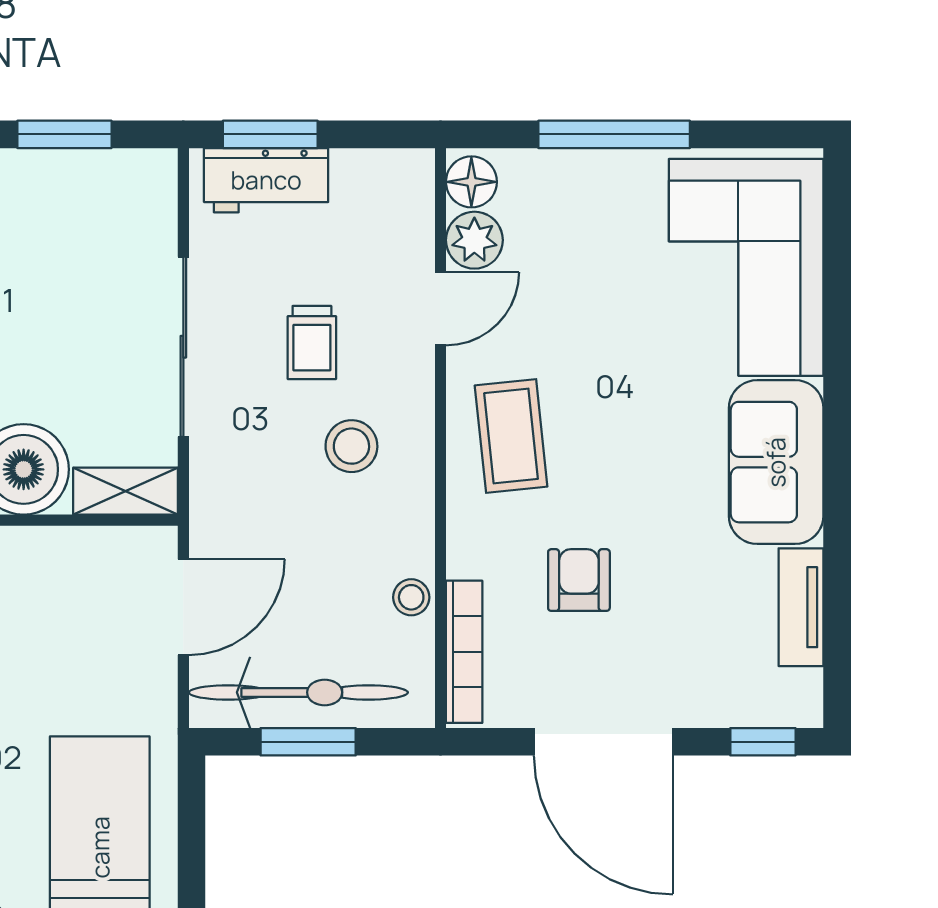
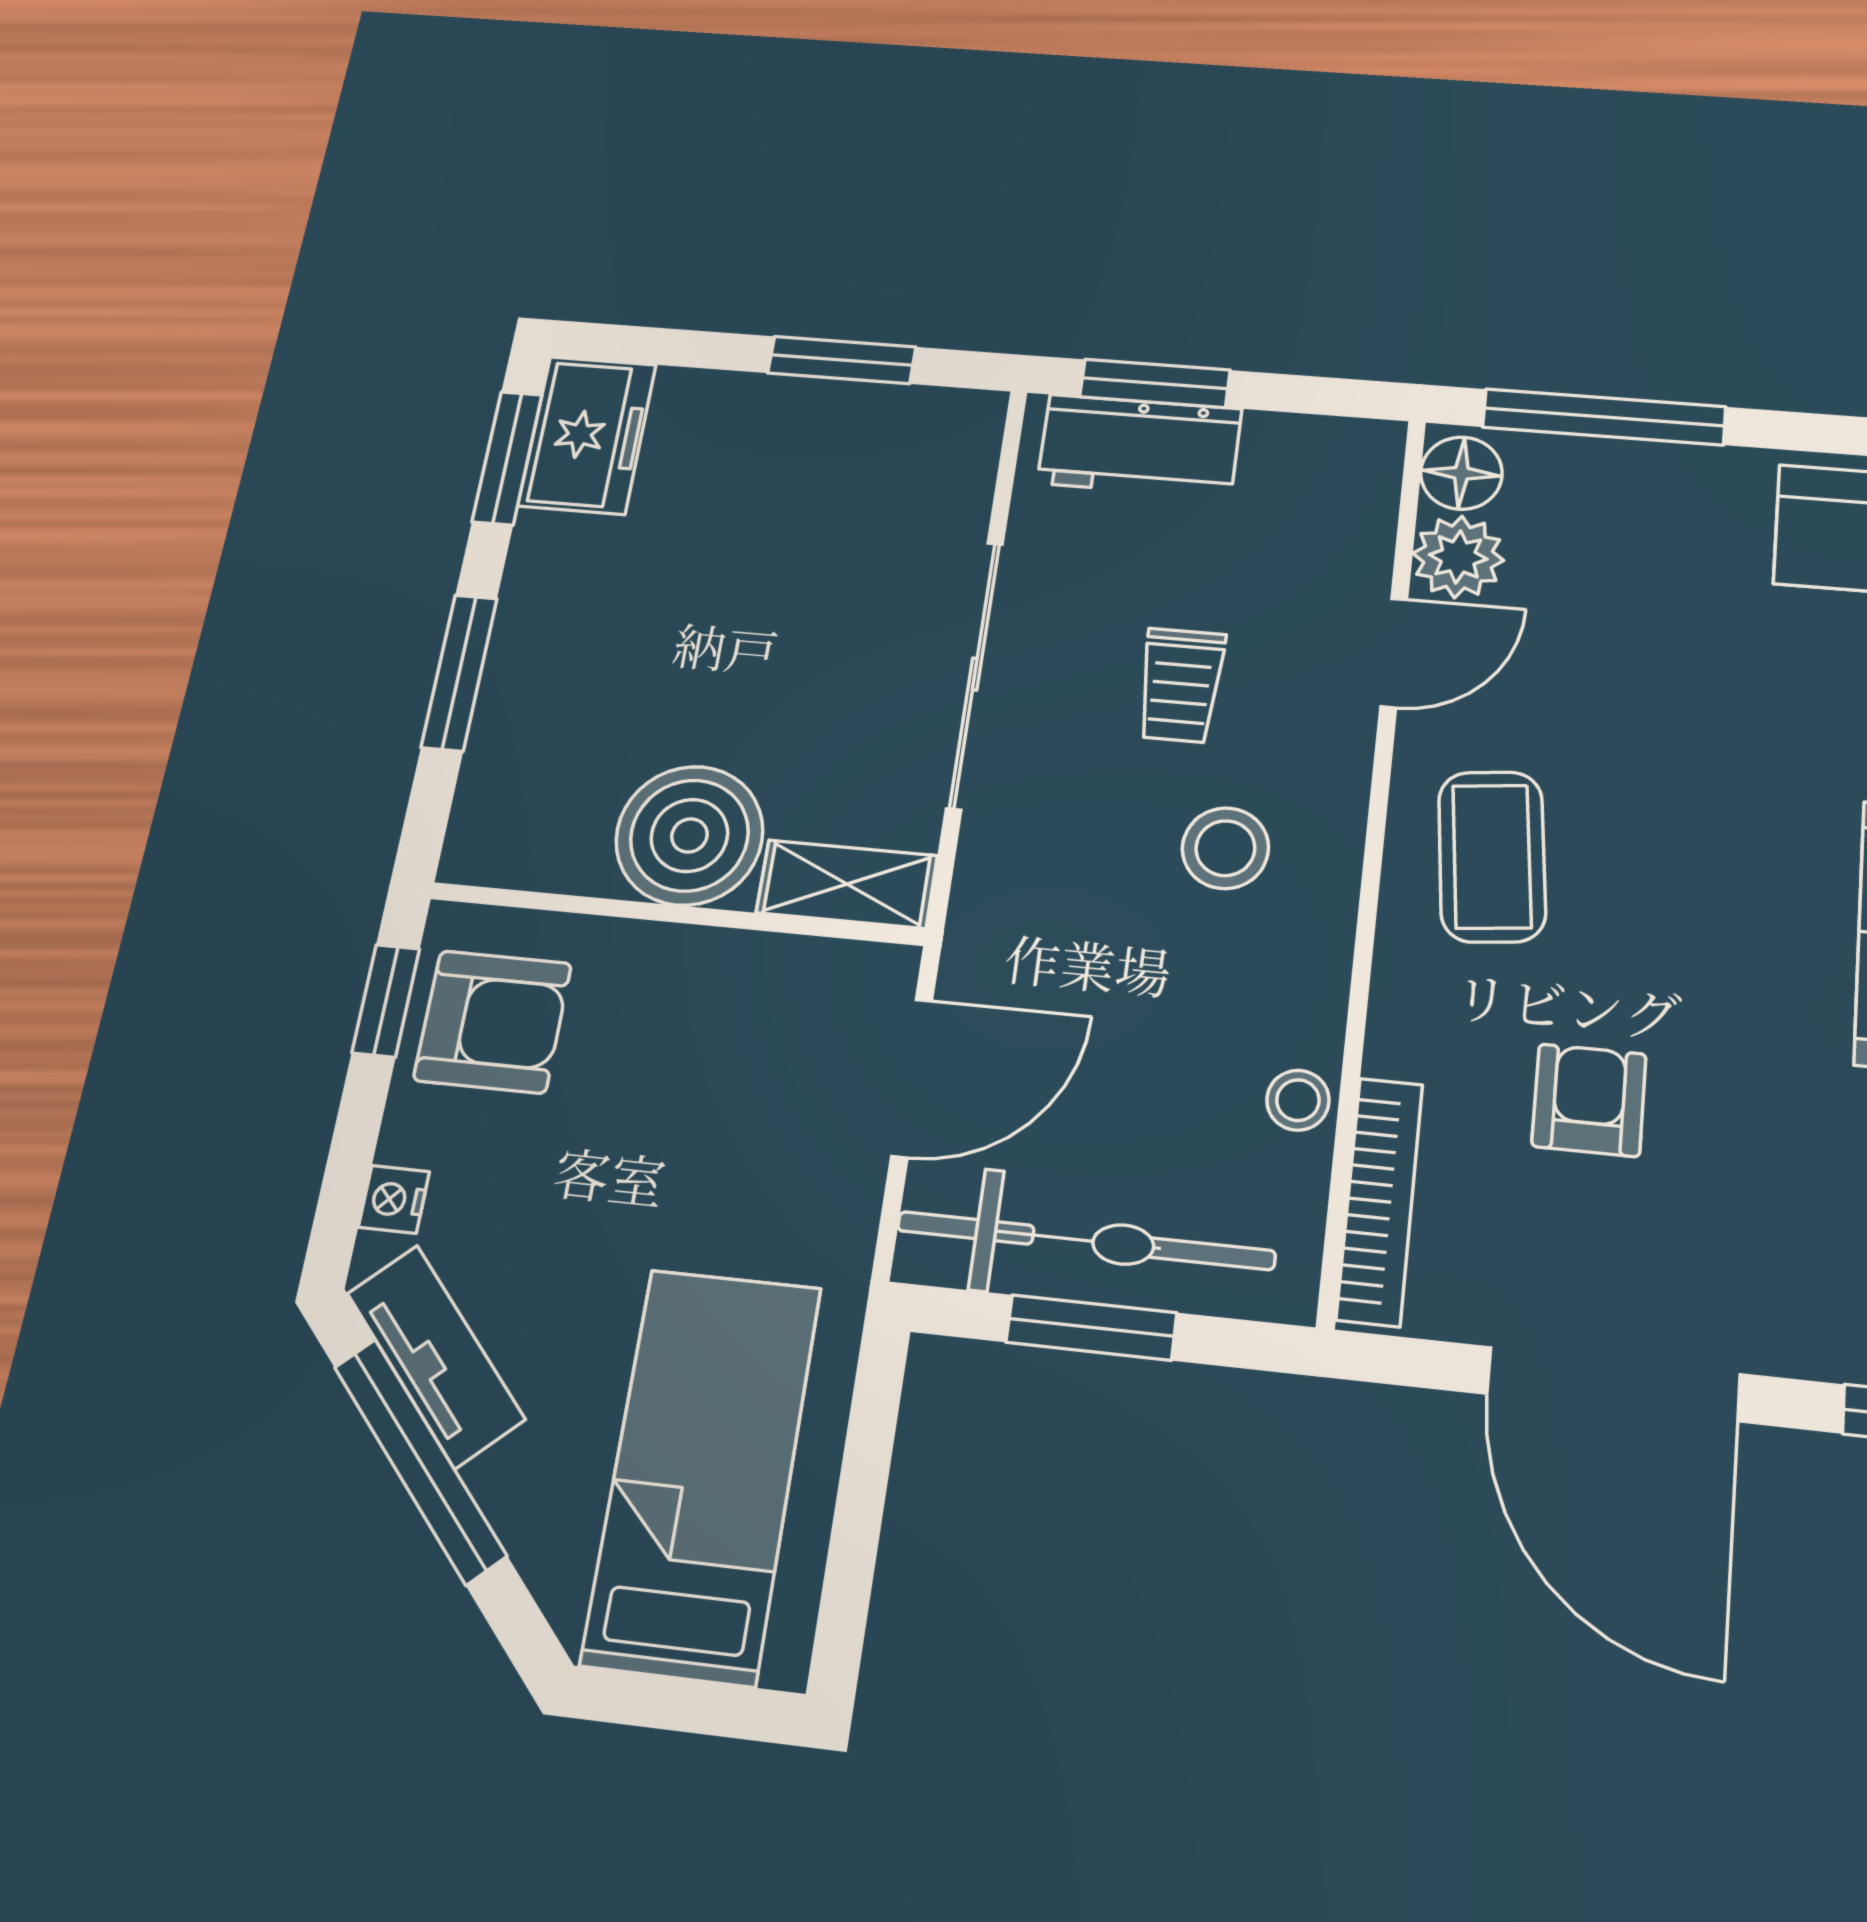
window: (614, 134) -> (1604, 417), moved

